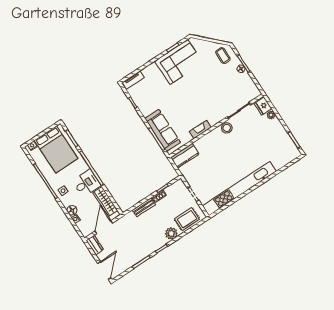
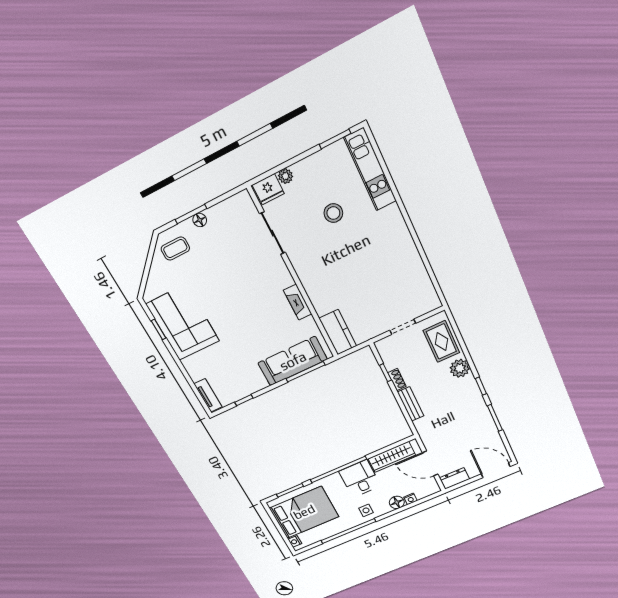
stool: (227, 128) -> (333, 213), moved
kitchen unit: (239, 189) -> (370, 170), moved, width x0.54

